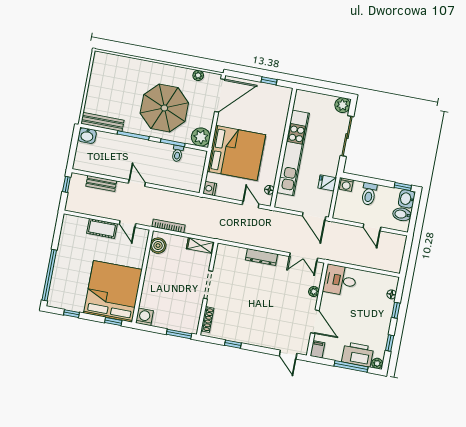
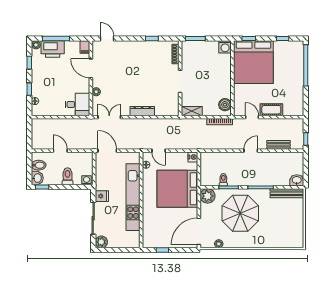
door: (137, 183) -> (251, 151), swing flipped
fridge: (327, 183) -> (102, 196), moved

